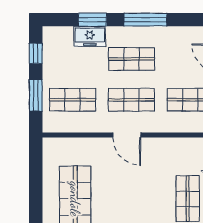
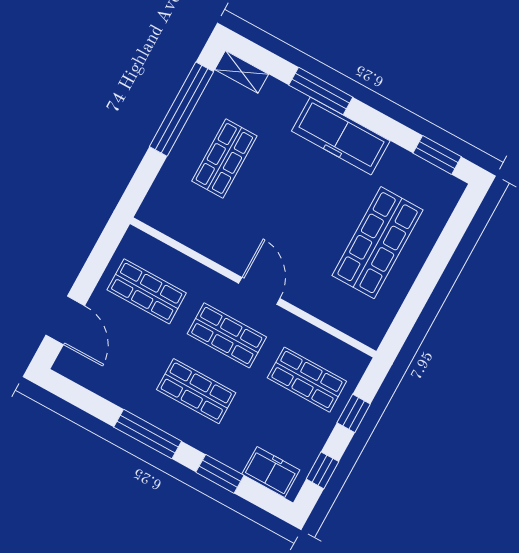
freezer: (90, 36) -> (271, 472), moved
window: (36, 95) -> (354, 413), width x0.67

